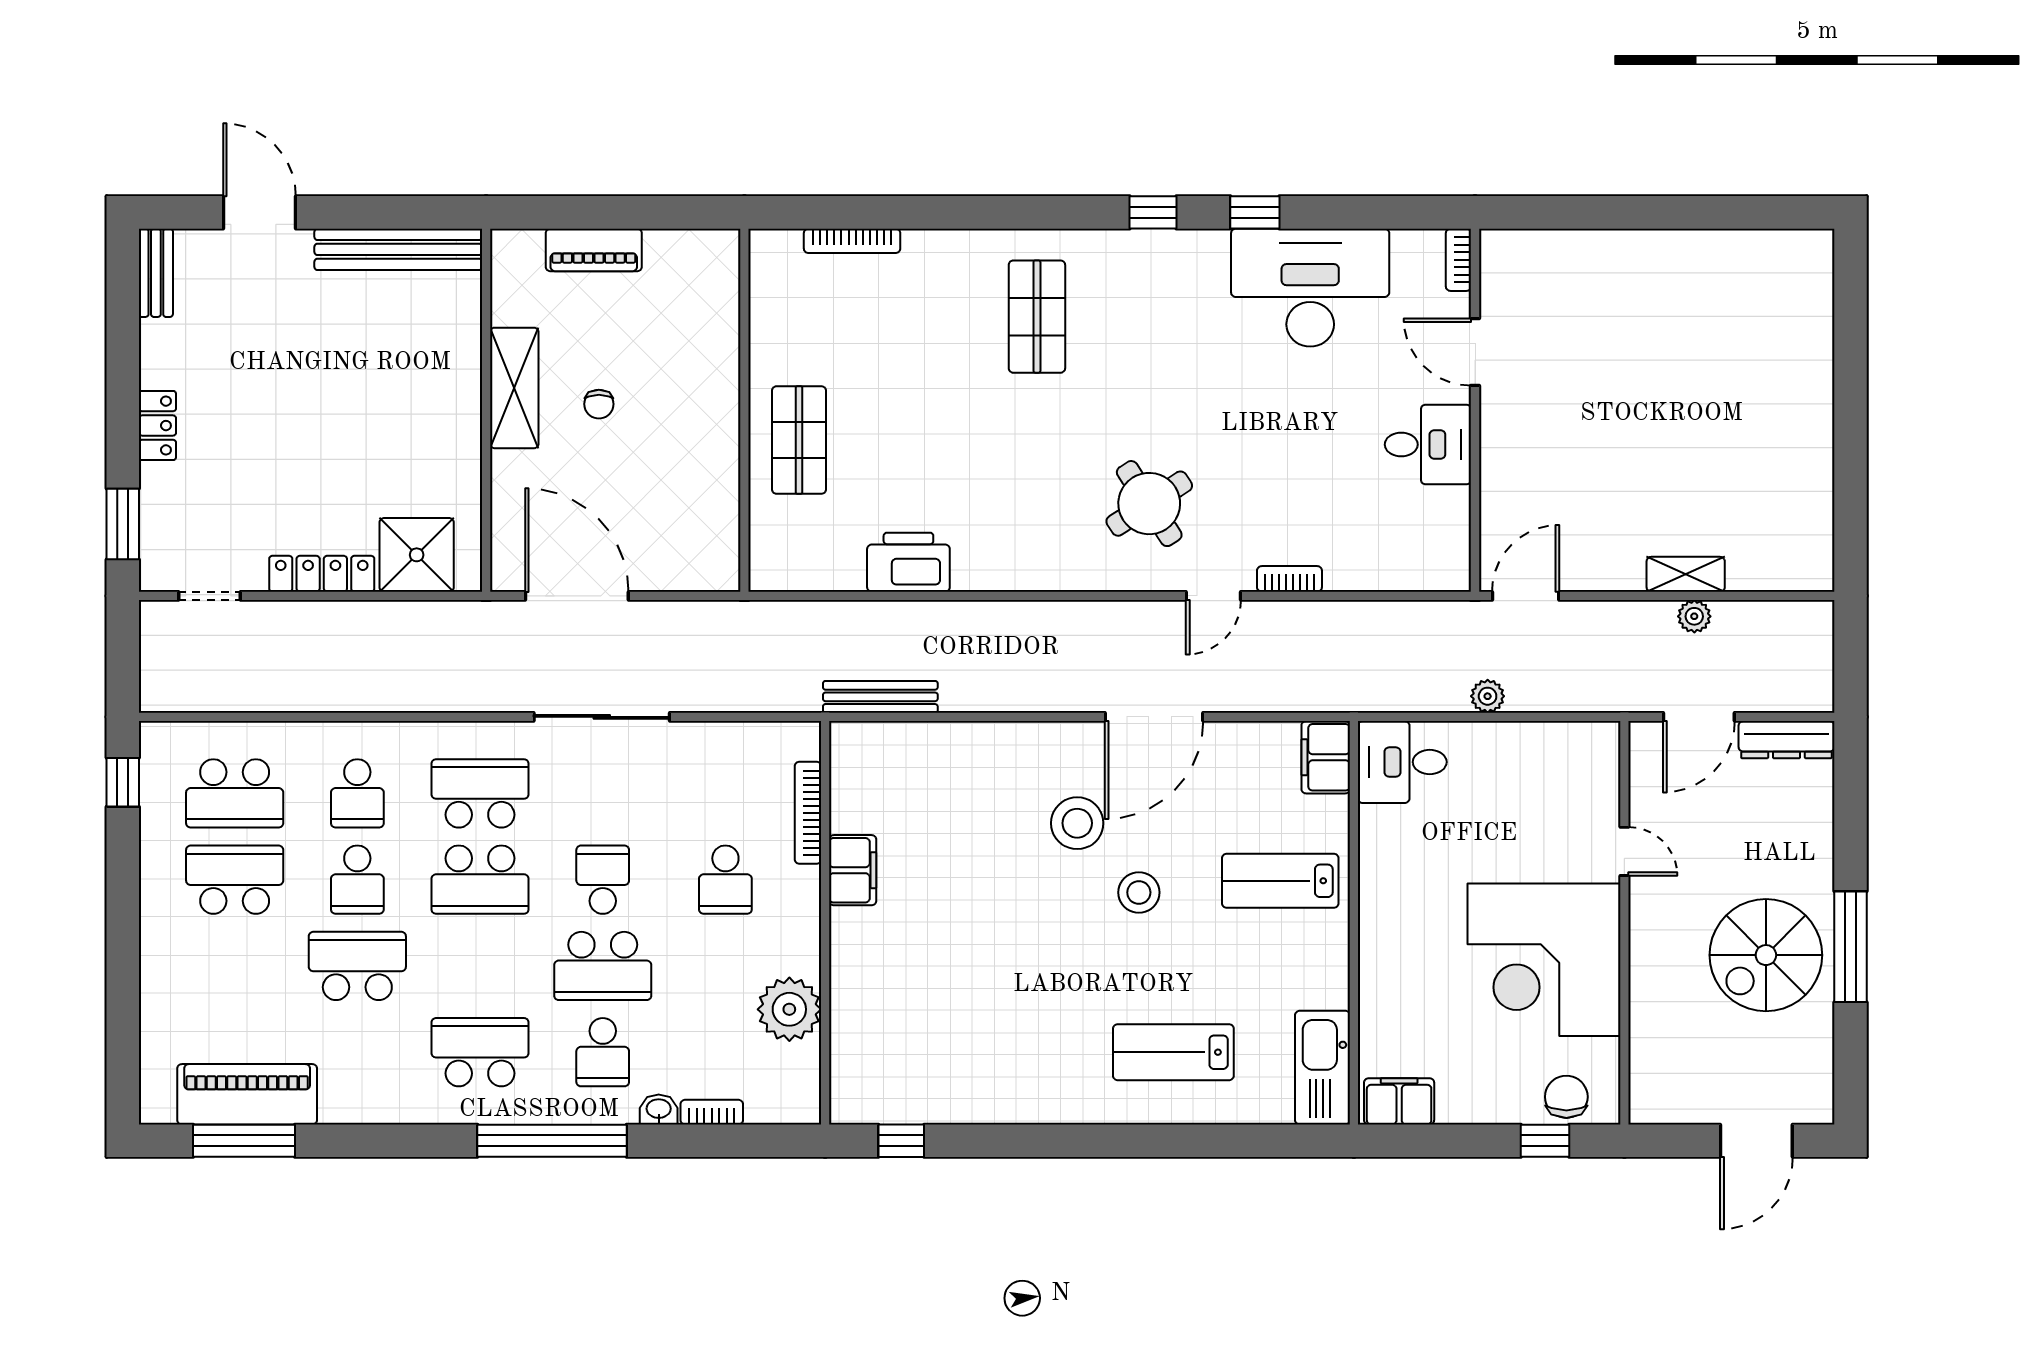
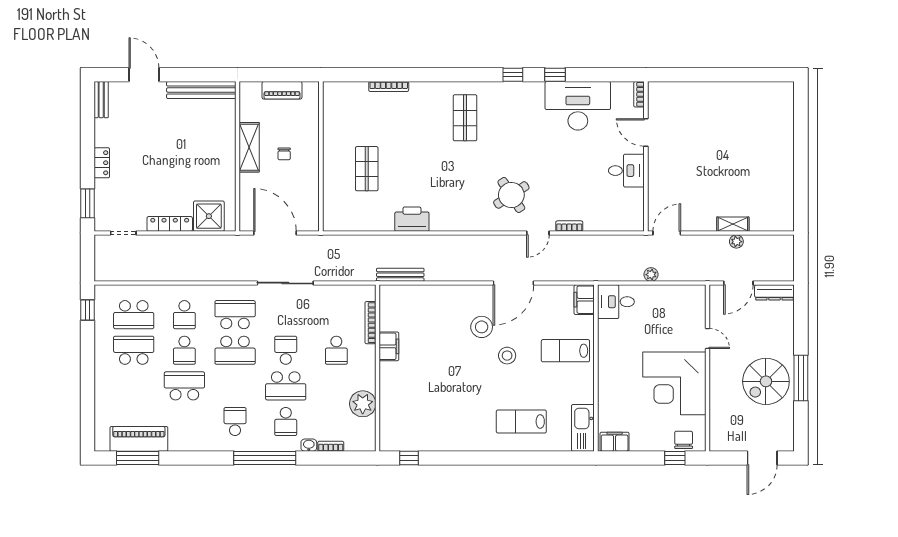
wall: (744, 410) -> (321, 156), moved
school desk: (480, 1052) -> (235, 421), width x0.54

